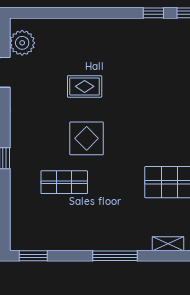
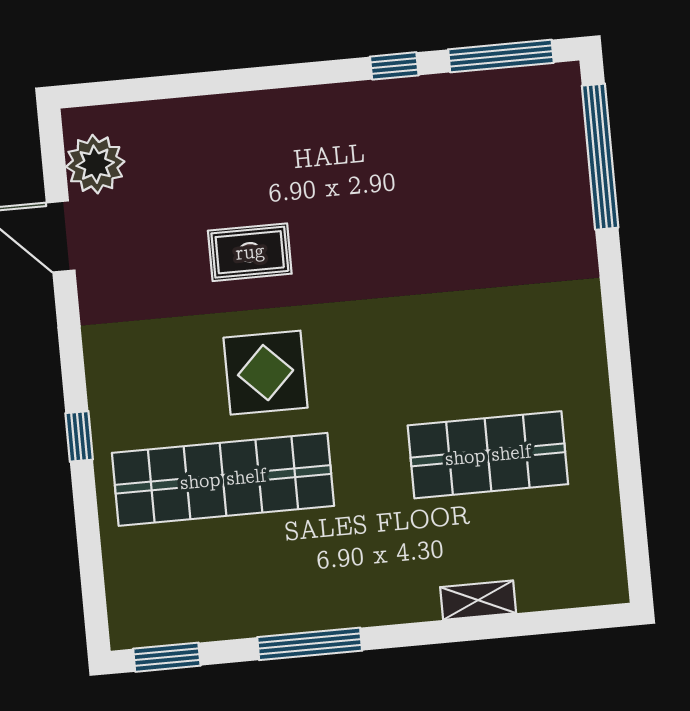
shop shelf: (64, 182) -> (223, 479), width x2.00, depth x1.36
window: (115, 256) -> (310, 644), moved

